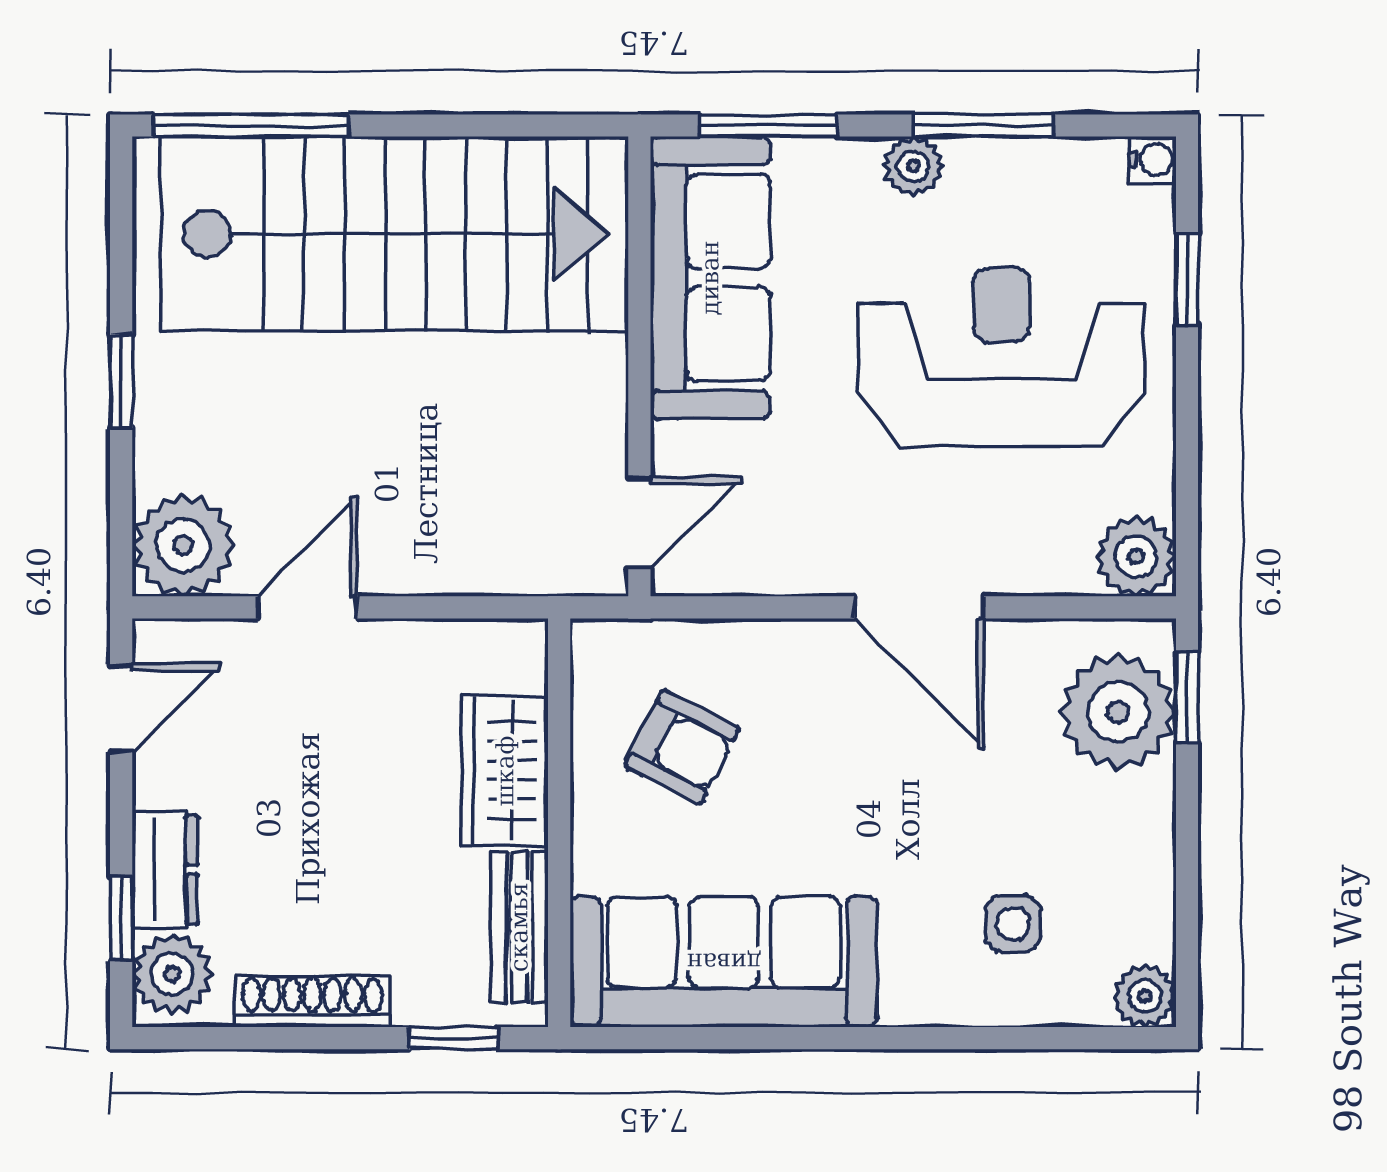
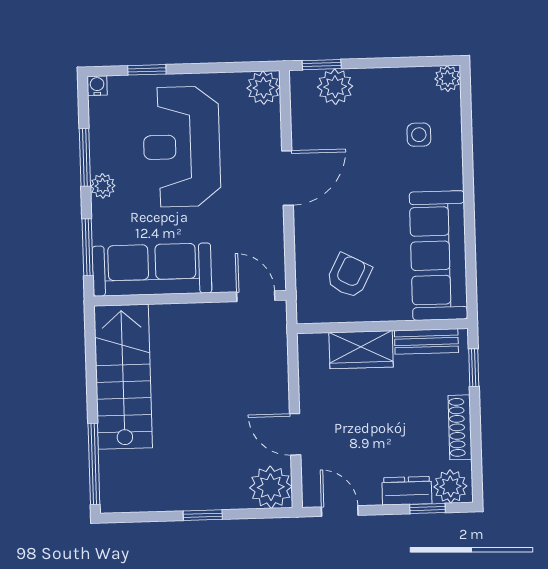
stairs: (394, 234) -> (123, 377), width x0.73, depth x0.66
plant: (1118, 712) -> (335, 87), width x0.73, depth x0.73

